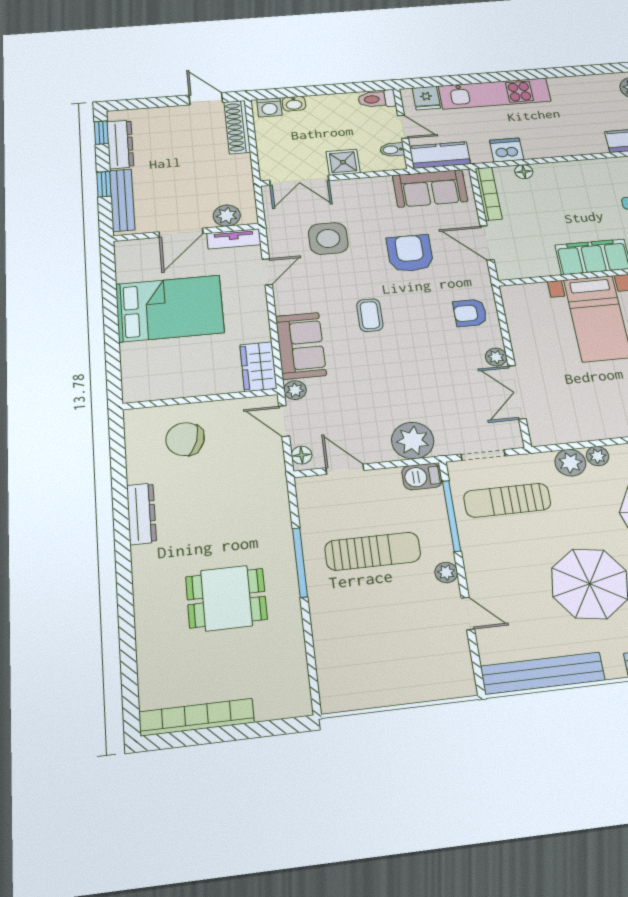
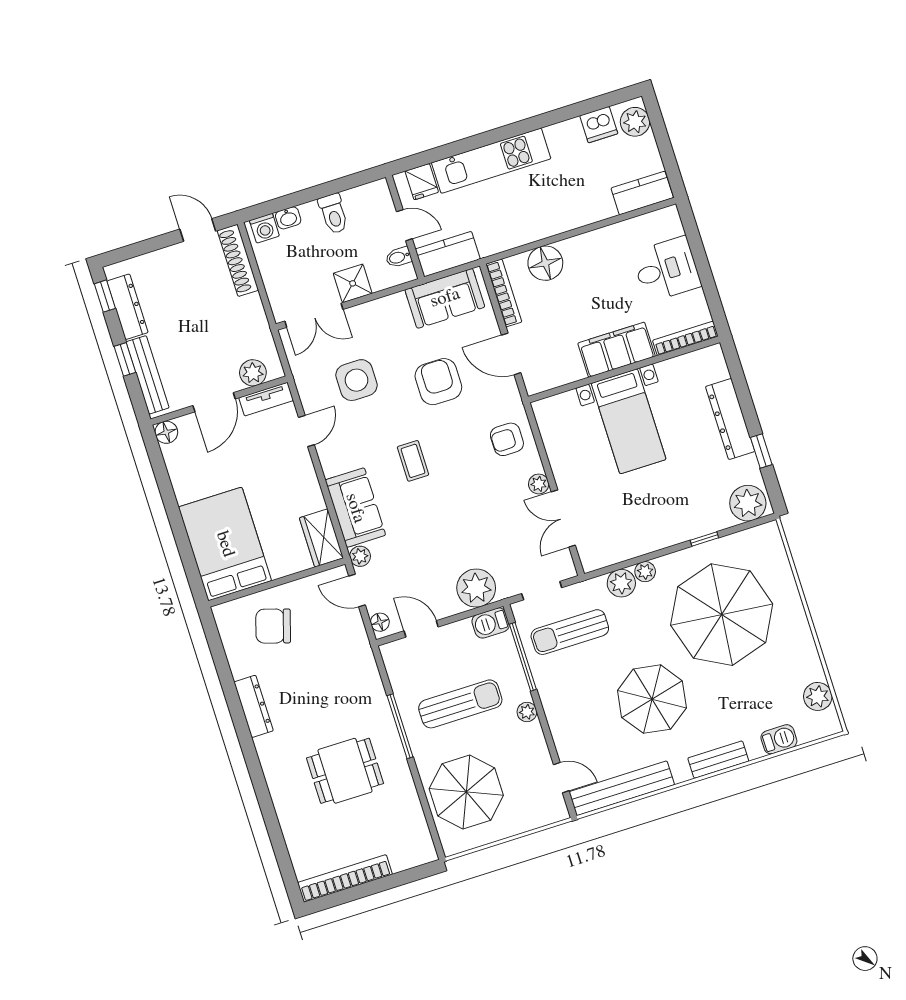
toilet: (377, 99) -> (333, 214), moved, turned -90
dishwasher: (507, 150) -> (599, 125), moved, turned 180
floor lamp: (524, 172) -> (545, 263), width x1.89, depth x1.89
floor lamp: (126, 249) -> (166, 432), added
bed: (170, 308) -> (225, 544), moved, turned -90
door: (468, 613) -> (561, 778), moved
parasol: (361, 645) -> (466, 792), added

